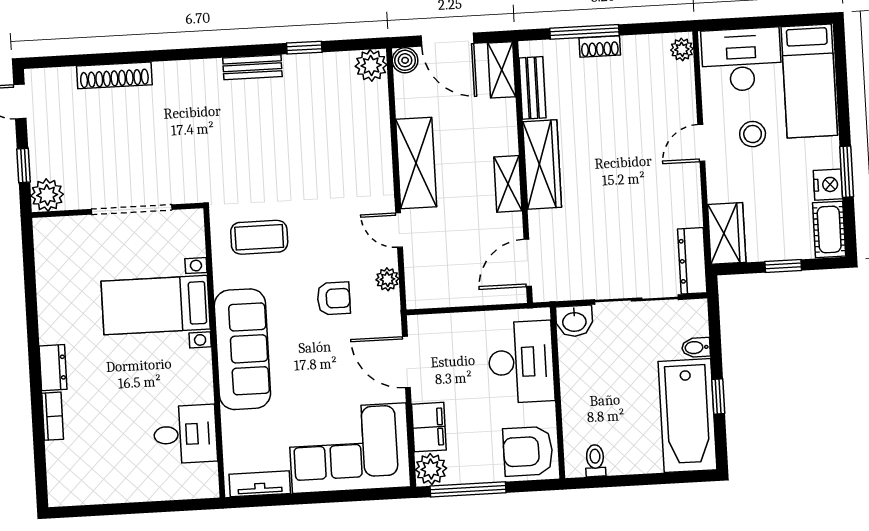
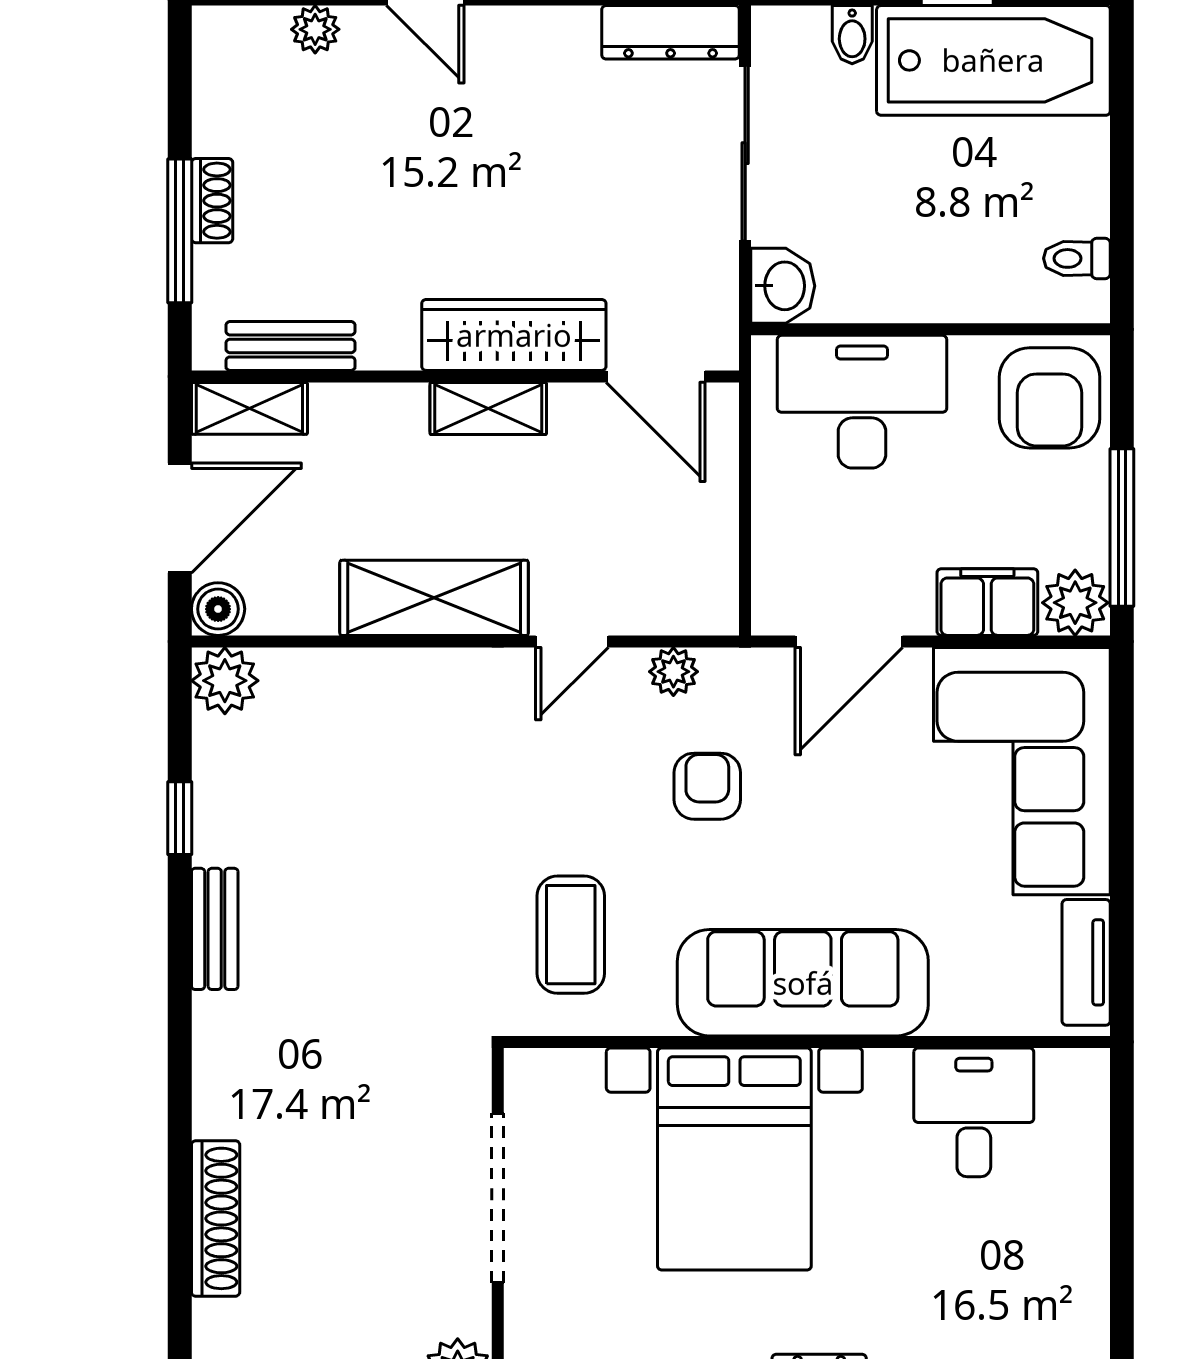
plant: (682, 49) -> (315, 29), moved
wardrobe: (542, 164) -> (514, 335), moved
bed with nightstands: (156, 305) -> (734, 1159), width x1.36

